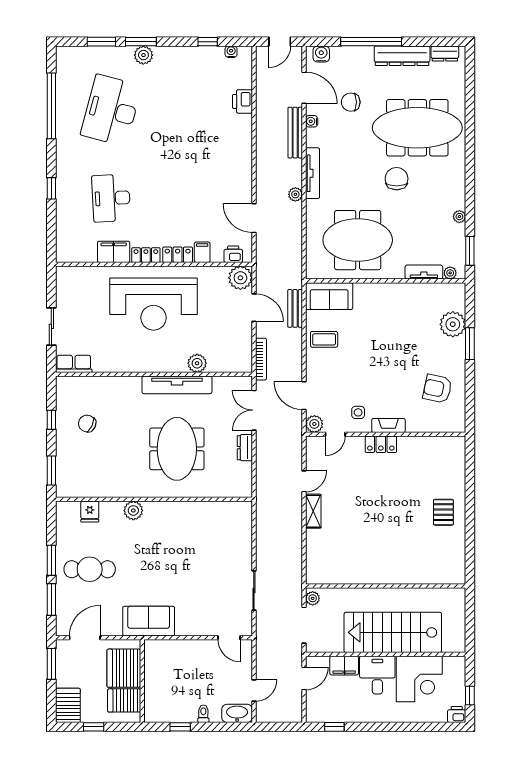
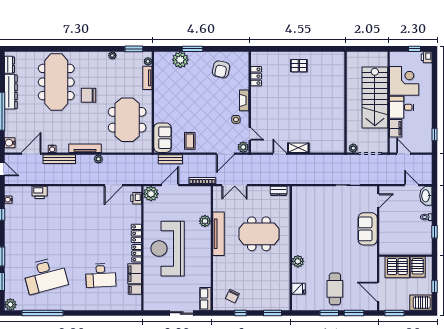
plant: (143, 55) -> (10, 305), moved
chair: (351, 102) -> (40, 124), removed
desk: (111, 110) -> (45, 275), turned -30
window: (51, 188) -> (95, 313), removed
filing cabinet: (202, 252) -> (135, 290), moved
reception desk: (154, 304) -> (168, 249), turned 180
chair: (87, 424) -> (232, 296), moved
locker: (381, 444) -> (256, 76), moved
dresser: (245, 448) -> (279, 191), moved
sofa: (149, 621) -> (368, 229), moved

